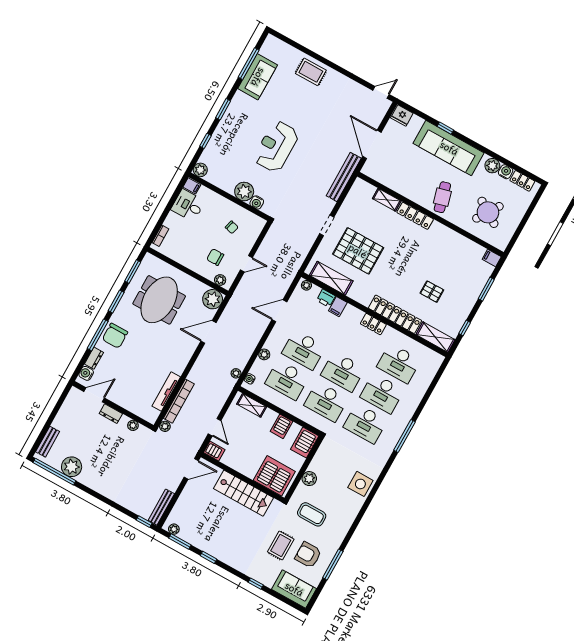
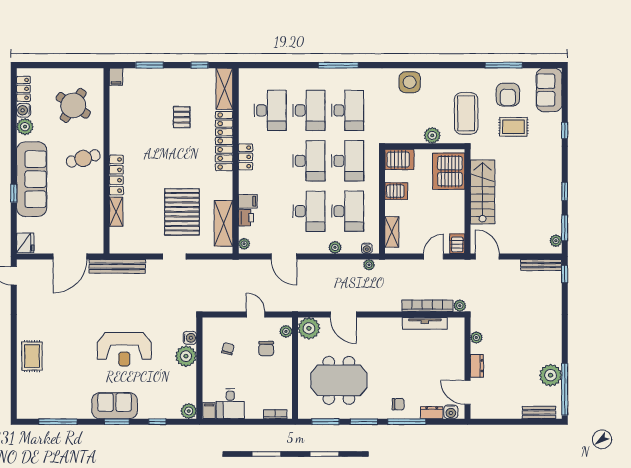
sofa: (258, 77) -> (115, 406), moved
chair: (115, 336) -> (398, 404), width x0.54, depth x0.54
coffee table: (312, 514) -> (466, 113), width x1.36, depth x1.32

